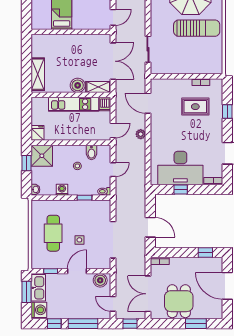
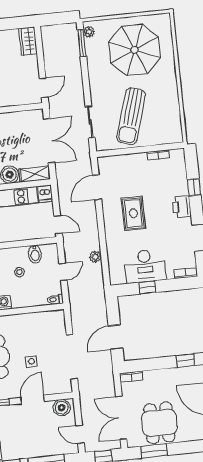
sun lounger: (197, 28) -> (131, 116), moved, turned 107
door: (148, 103) -> (97, 187), hinge flipped
rug: (195, 107) -> (133, 213), moved, turned 90
printer: (216, 126) -> (182, 207), added
door: (113, 130) -> (58, 225), hinge flipped
plant: (141, 134) -> (95, 257), moved
desk: (180, 168) -> (145, 266), width x0.73, depth x0.77
window: (85, 198) -> (32, 310), removed
door: (150, 227) -> (116, 337), swing flipped
window: (196, 324) -> (154, 451), moved

